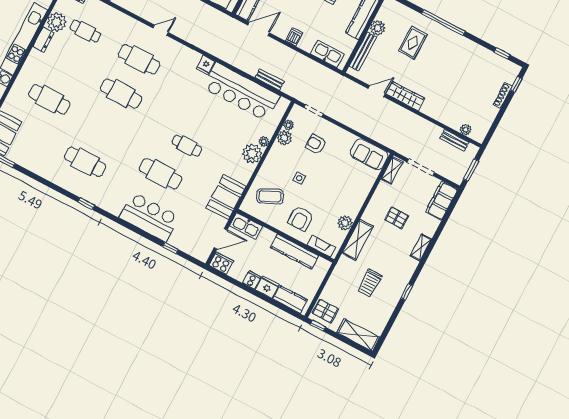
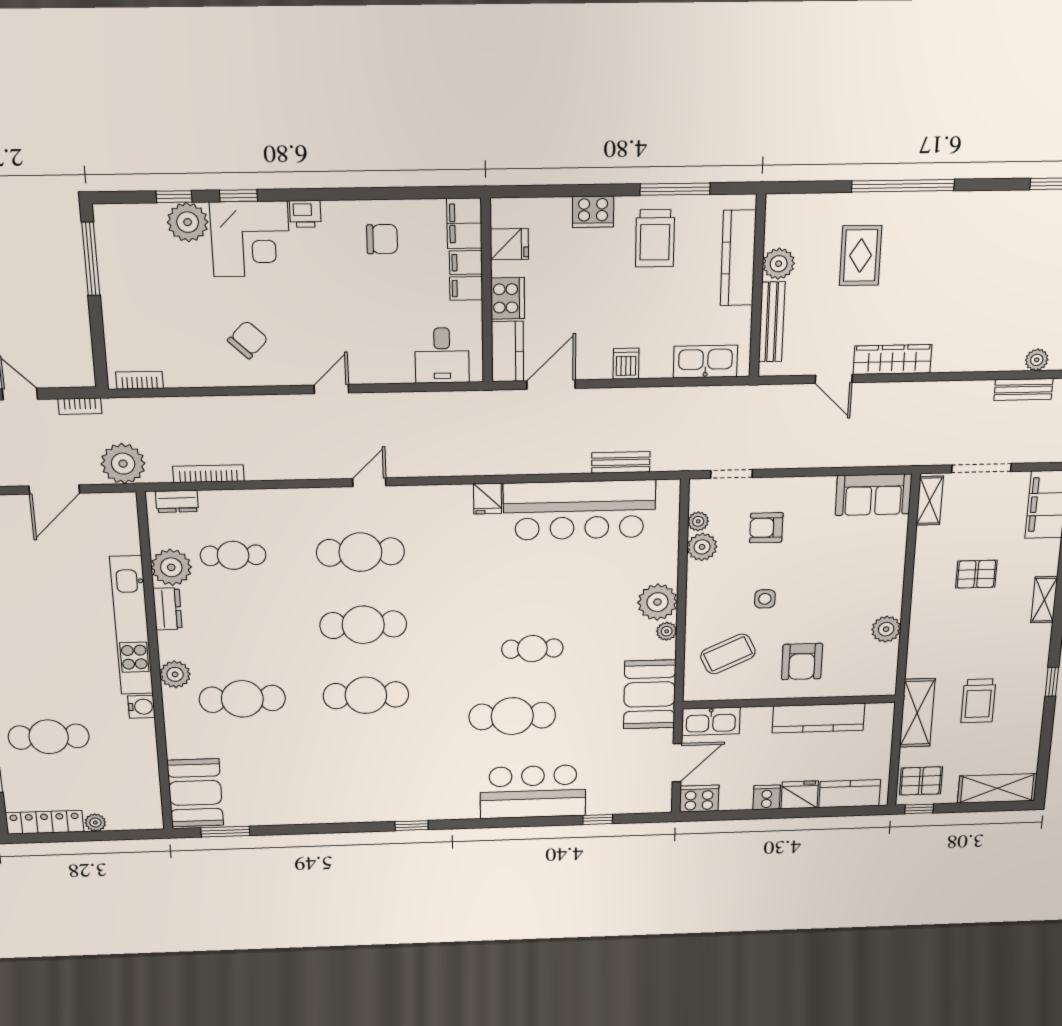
plant: (28, 72) -> (175, 674), added
door: (377, 91) -> (834, 379), swing flipped
plant: (264, 142) -> (667, 631), moved
cafe table: (85, 162) -> (366, 695), moved
shelving: (358, 240) -> (917, 713), moved
fireplace: (321, 246) -> (862, 686), removed

